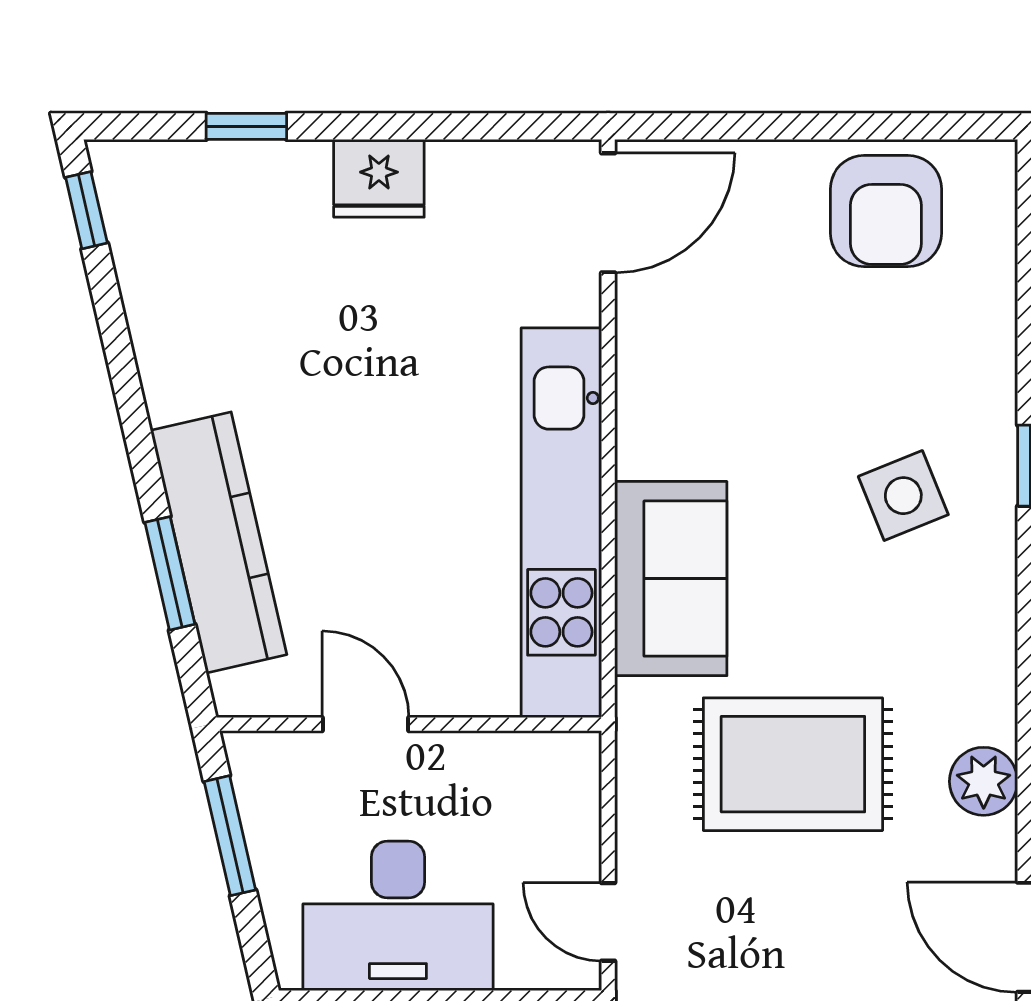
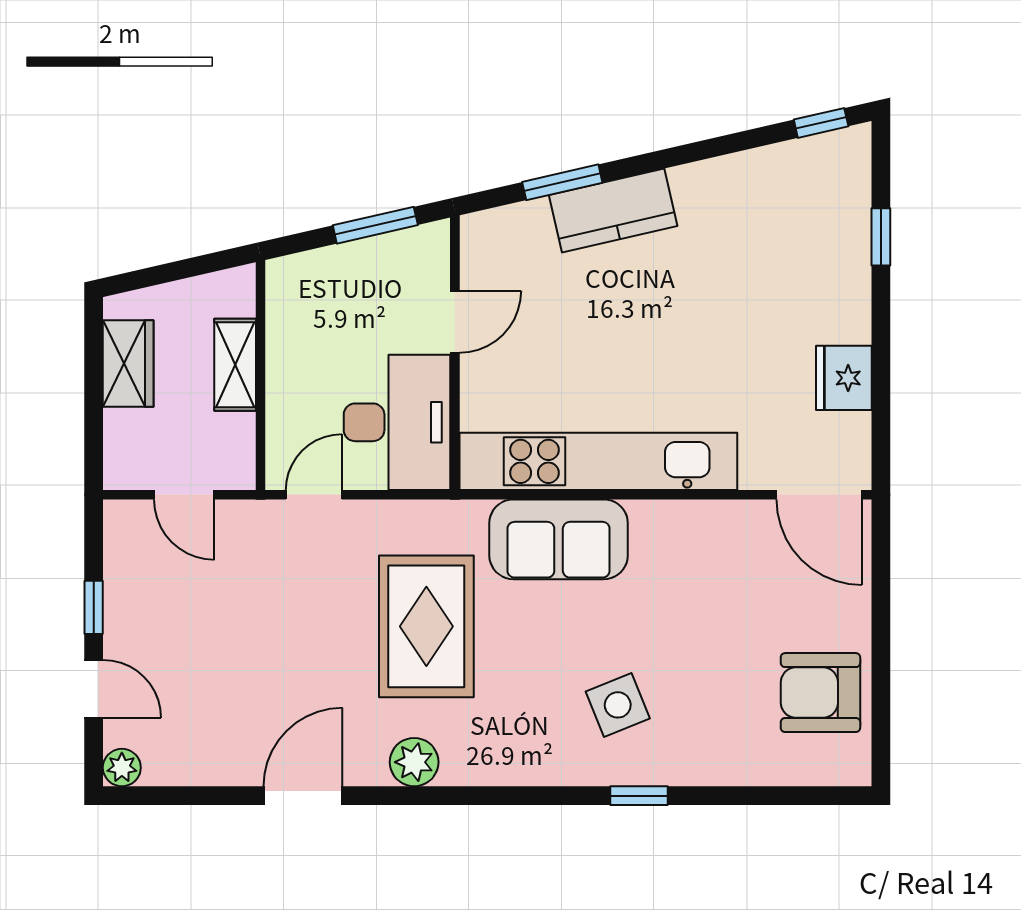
fridge: (379, 178) -> (844, 378), moved
kitchen counter: (219, 542) -> (613, 210), width x0.67
desk: (398, 916) -> (397, 422), moved, turned 180

